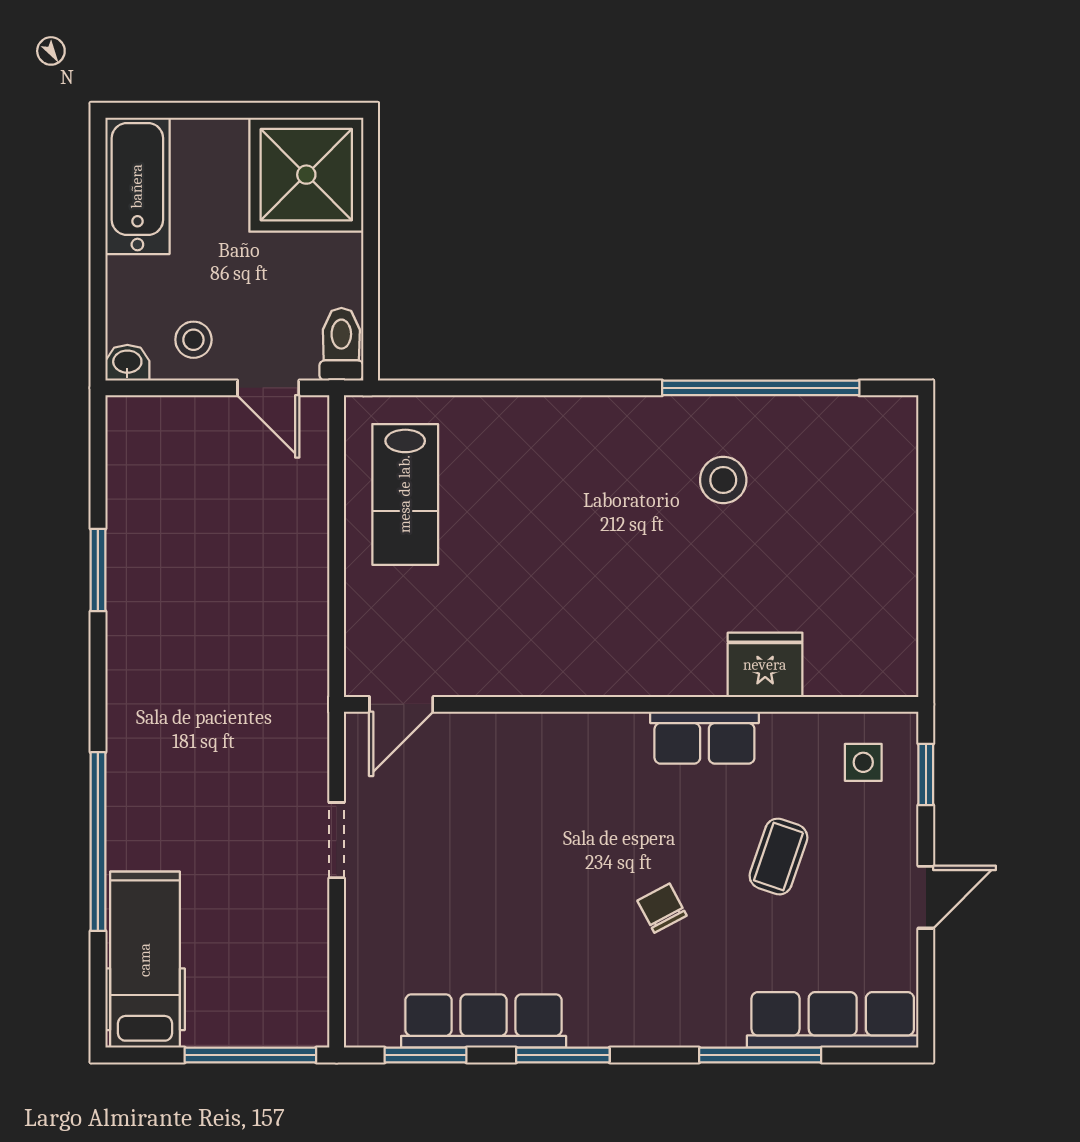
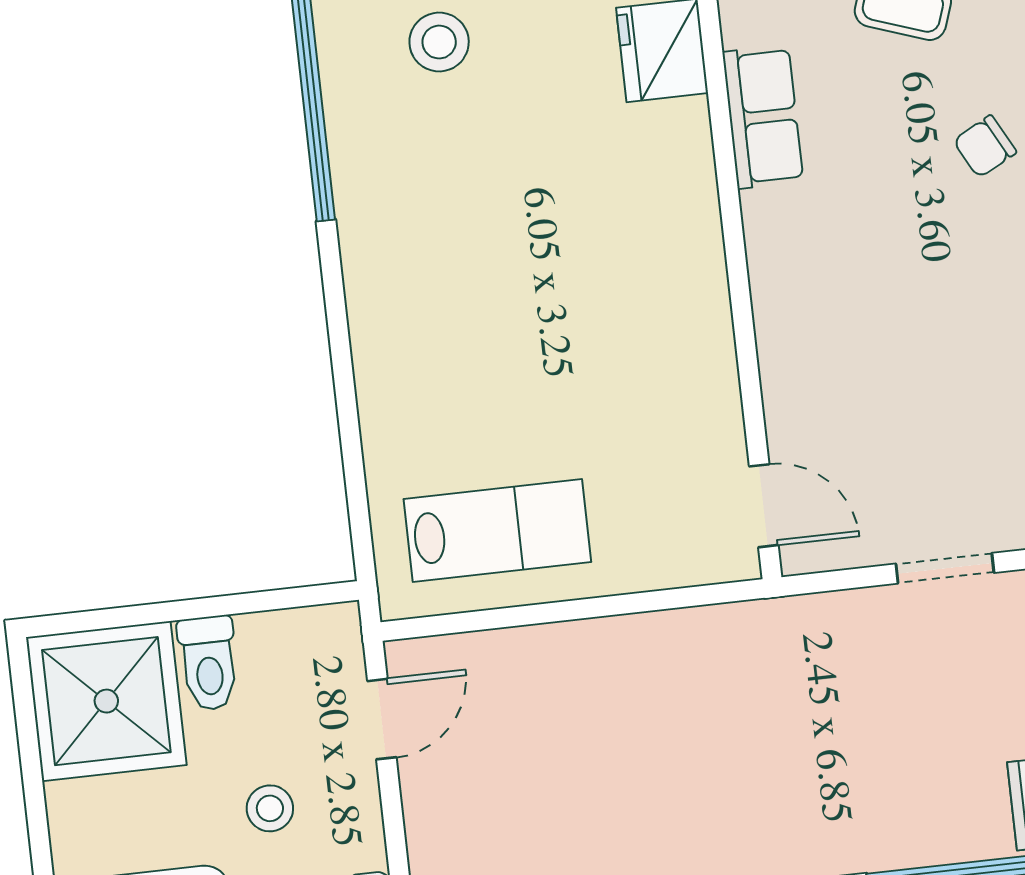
stool: (193, 340) -> (270, 808), moved
toilet: (341, 344) -> (209, 663), moved, turned -90
stool: (723, 480) -> (439, 42), moved

